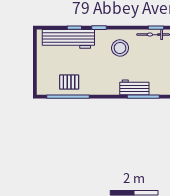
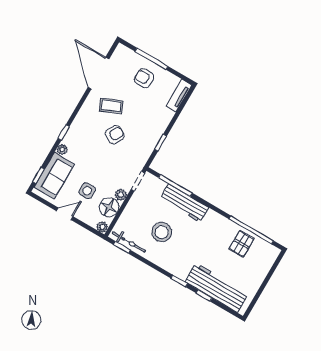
stool: (120, 48) -> (162, 232), moved
pallet: (69, 82) -> (241, 244), turned 90
workbench: (134, 87) -> (184, 203), width x1.38

